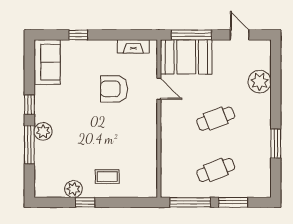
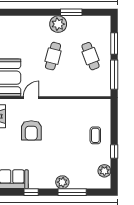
plant: (260, 82) -> (58, 24), moved
window: (29, 105) -> (31, 192), moved
cafe table: (216, 119) -> (53, 56), turned 36
plant: (74, 189) -> (104, 171), moved

